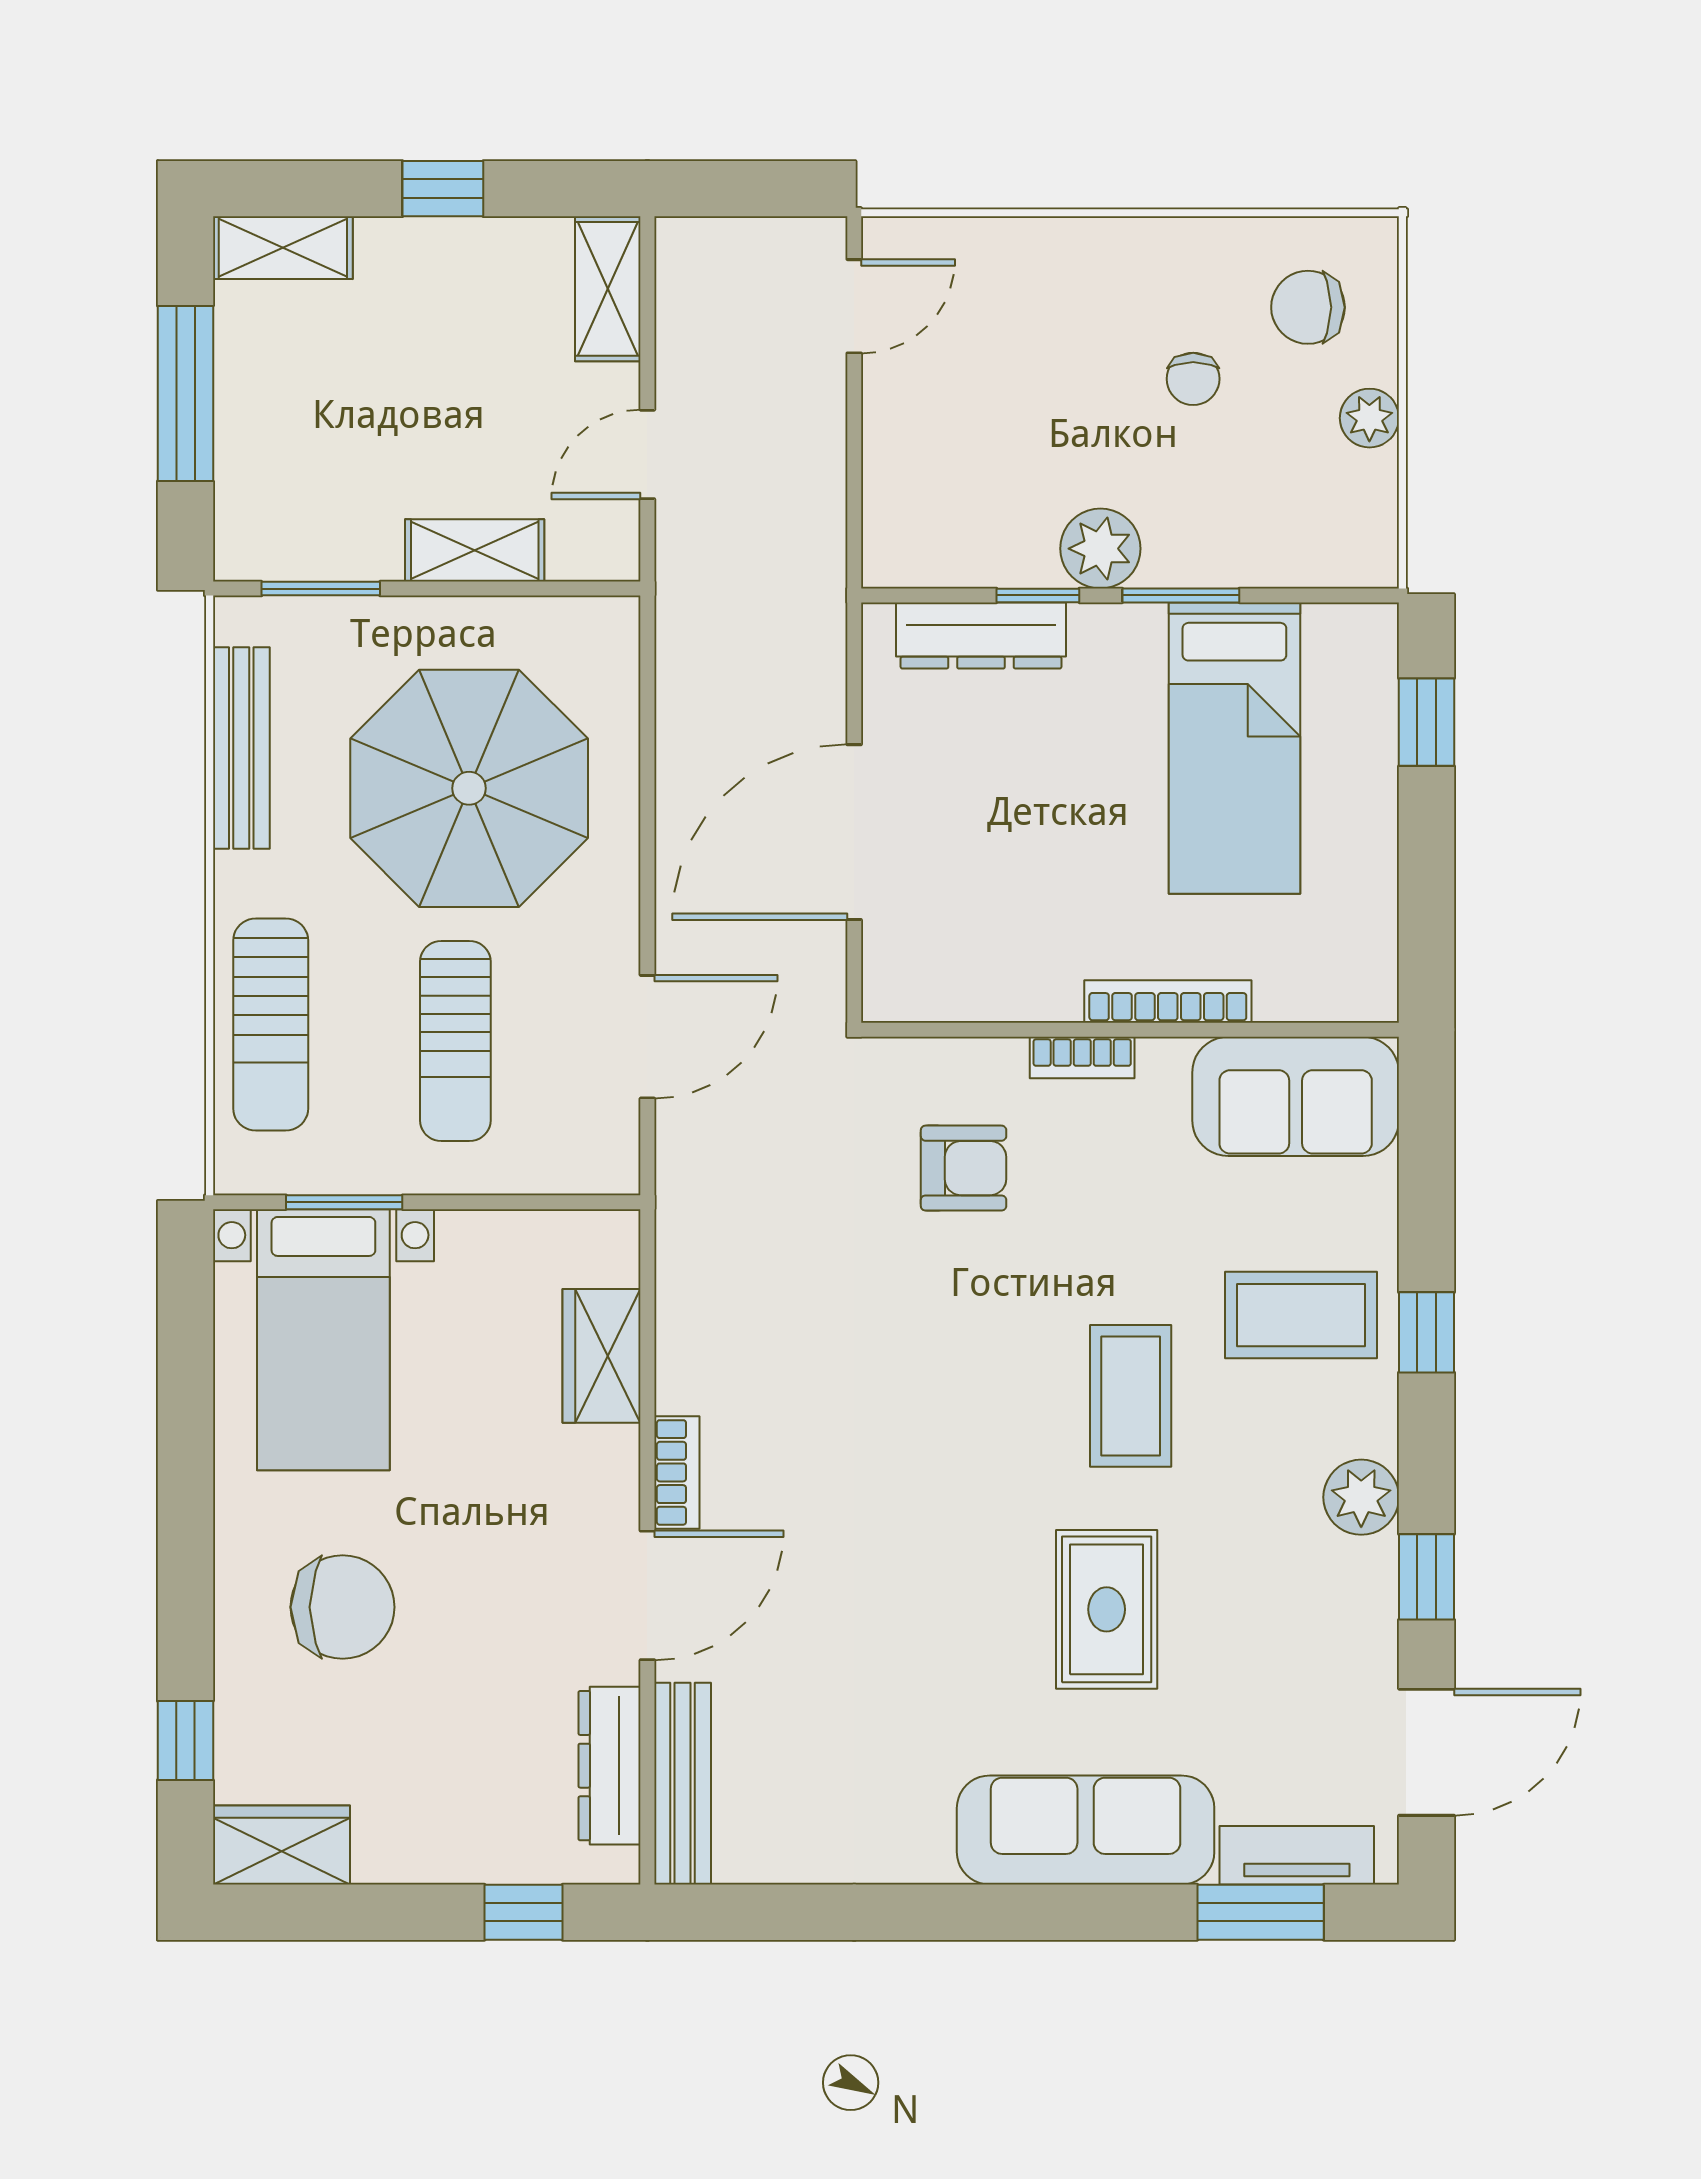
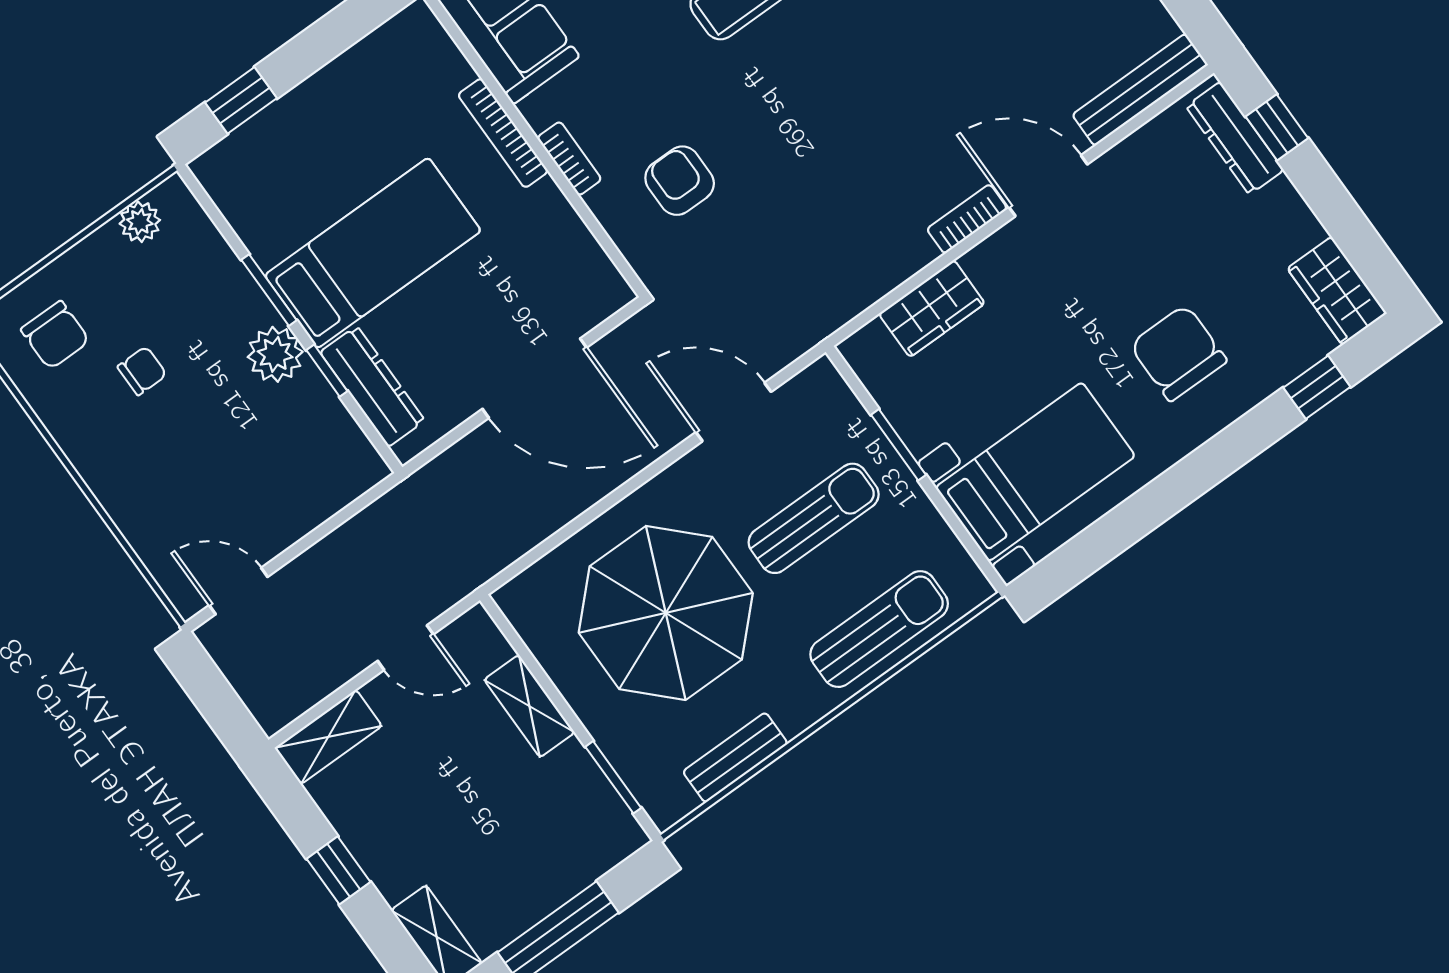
plant: (1369, 418) -> (140, 222), moved
bench: (241, 748) -> (735, 758), width x0.73
bed: (1234, 748) -> (373, 253), moved
window: (344, 1202) -> (898, 445), moved
dresser: (610, 1766) -> (1235, 138), moved, turned 90

